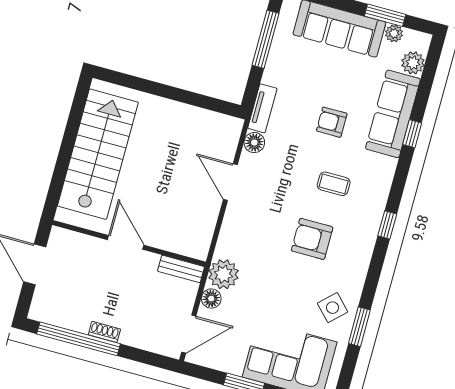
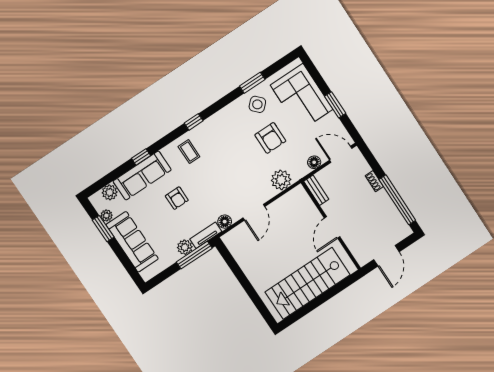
window: (265, 39) -> (194, 255), moved
plant: (274, 74) -> (185, 247), added
coffee table: (334, 184) -> (189, 152), moved
armchair: (312, 239) -> (270, 138), moved
plant: (224, 274) -> (281, 180), moved
shoe rack: (104, 332) -> (374, 181), moved

